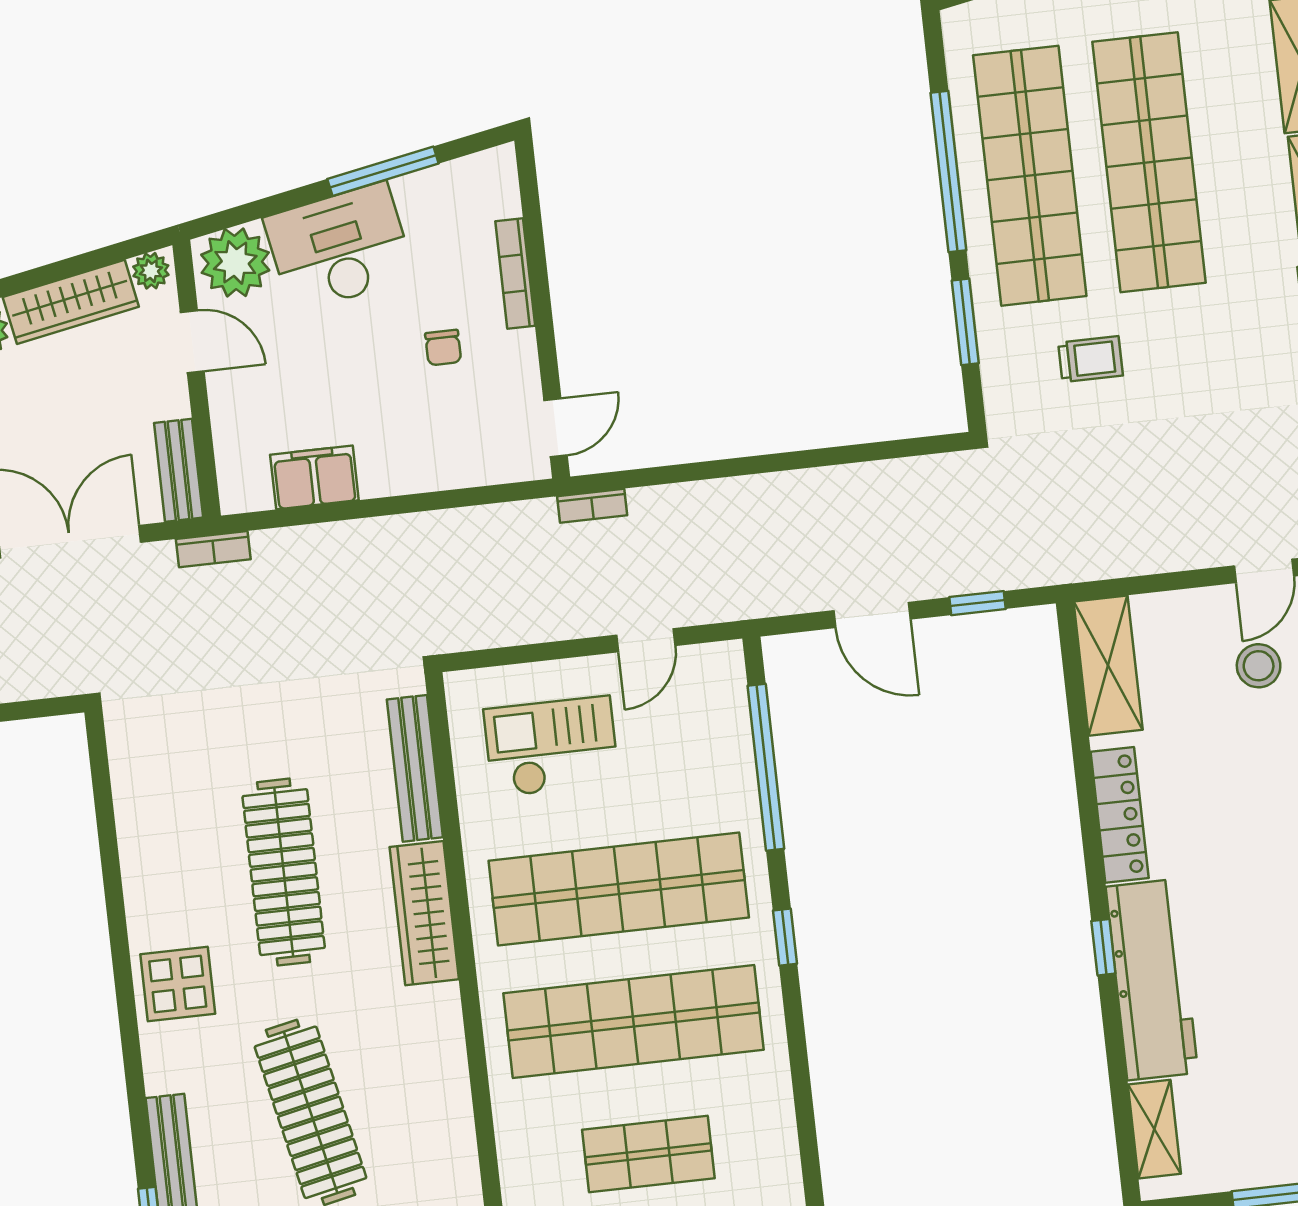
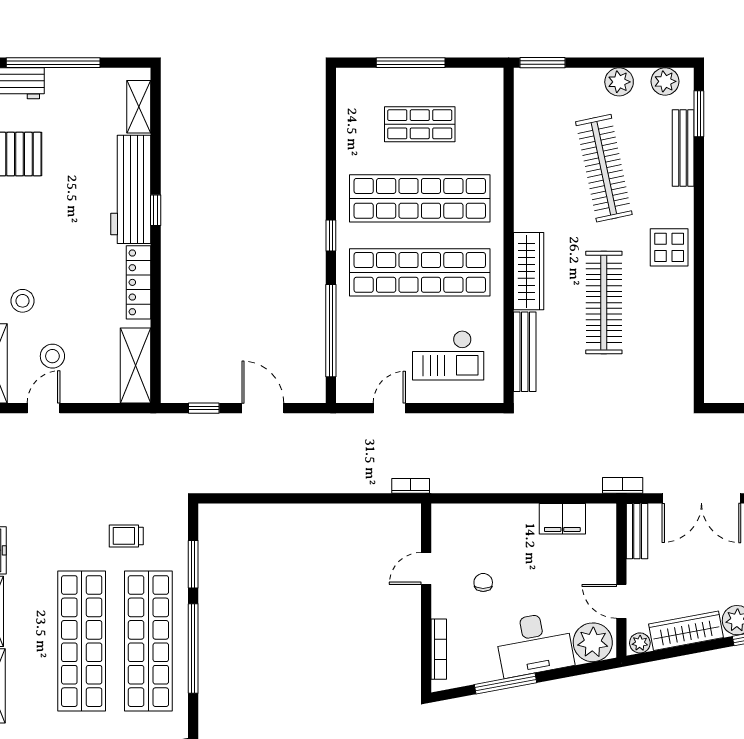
bookcase: (515, 273) -> (439, 649), moved
door: (556, 428) -> (426, 569), moved

